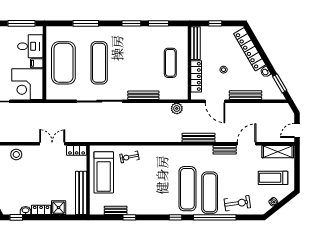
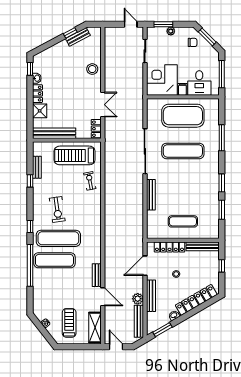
plant: (177, 108) -> (138, 299), moved
bench: (199, 138) -> (139, 321), moved
exercise bike: (237, 203) -> (57, 209), moved

